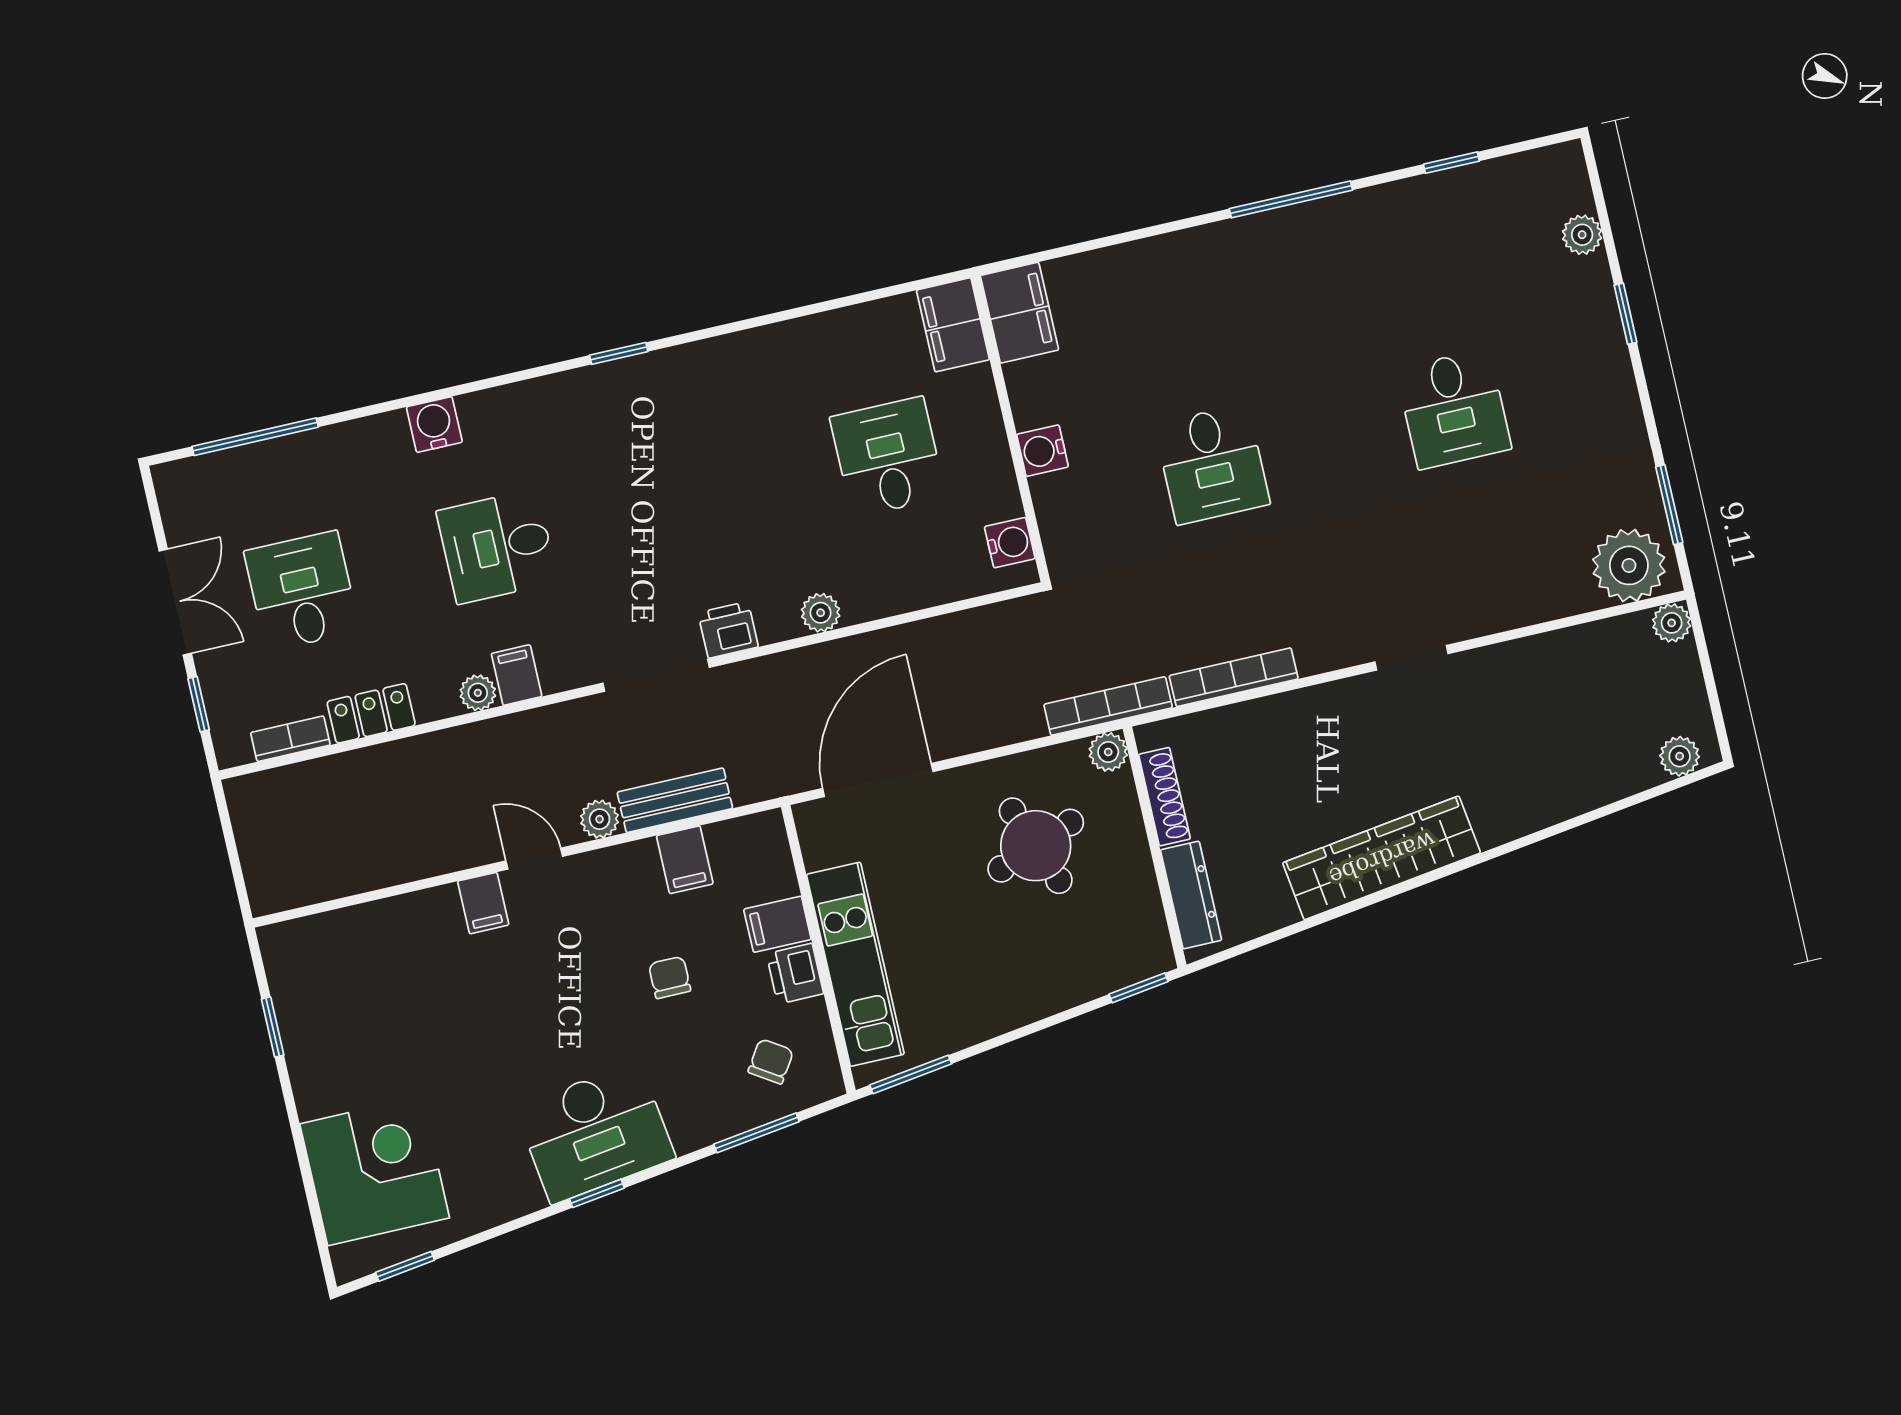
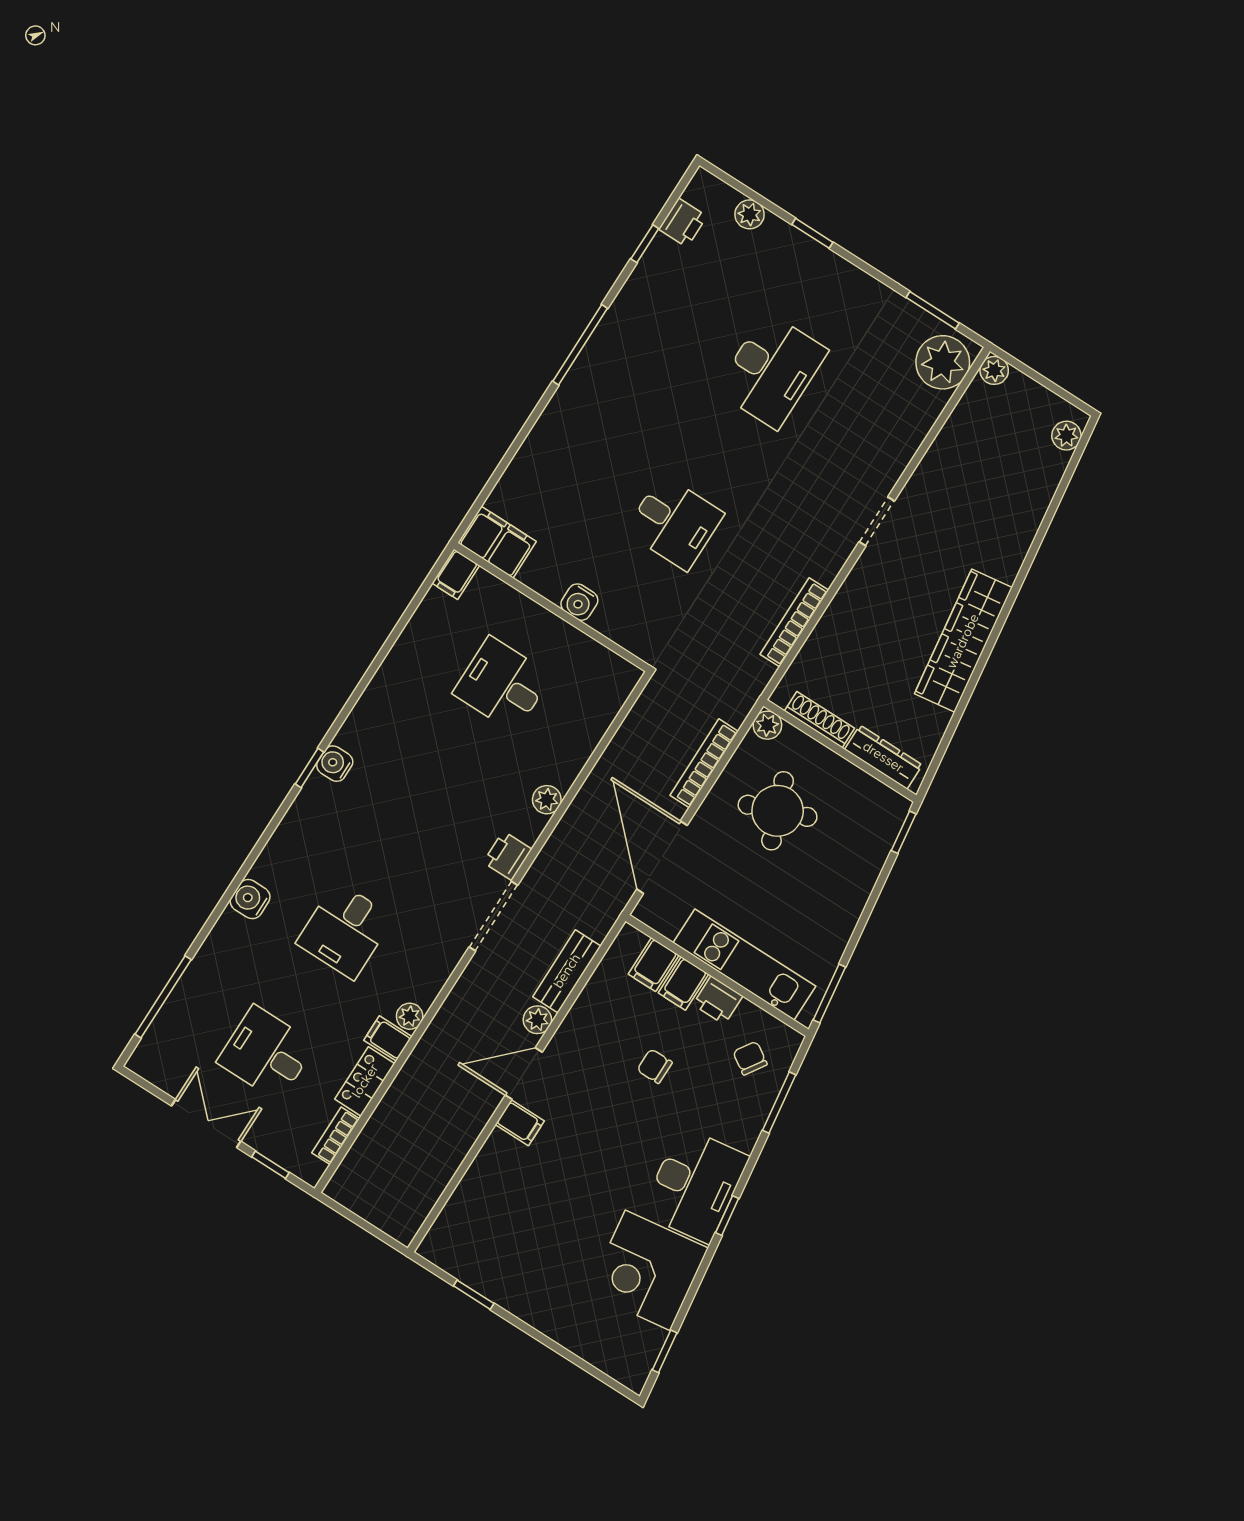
printer: (1509, 178) -> (683, 223), added
filing cabinet: (953, 325) -> (456, 574), width x0.50
desk: (1454, 409) -> (772, 370), width x1.37
water cooler: (1010, 543) -> (335, 764), moved, turned -90
filing cabinet: (517, 675) -> (388, 1038), moved
bookcase: (1108, 706) -> (704, 763), moved
door: (534, 859) -> (524, 1074), width x1.38
filing cabinet: (685, 860) -> (654, 965), moved, turned 90
corner desk: (375, 1171) -> (648, 1270), moved, turned -98

